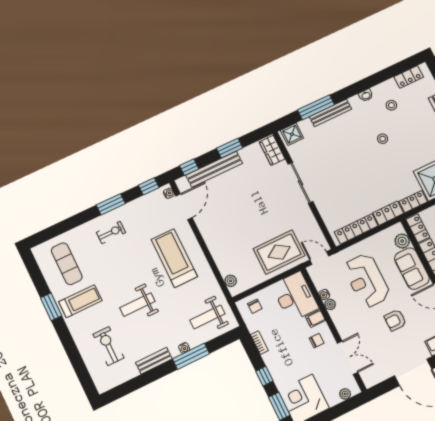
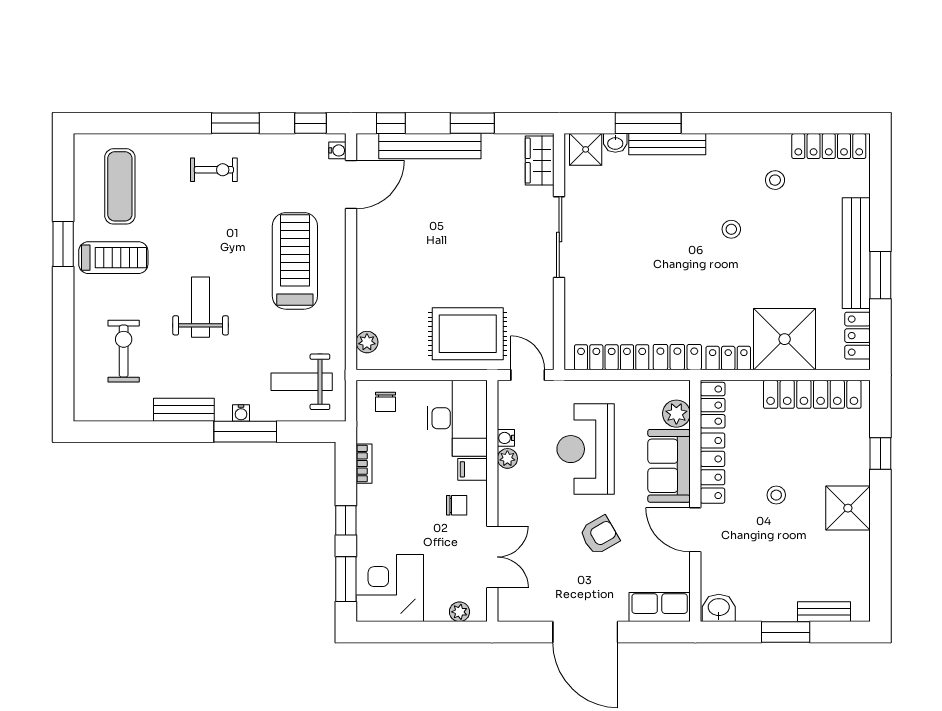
locker: (409, 77) -> (829, 146), width x1.53
washbasin: (366, 95) -> (615, 143), moved
weight bench: (137, 304) -> (201, 307), turned 90
armchair: (395, 320) -> (599, 535), turned 150

